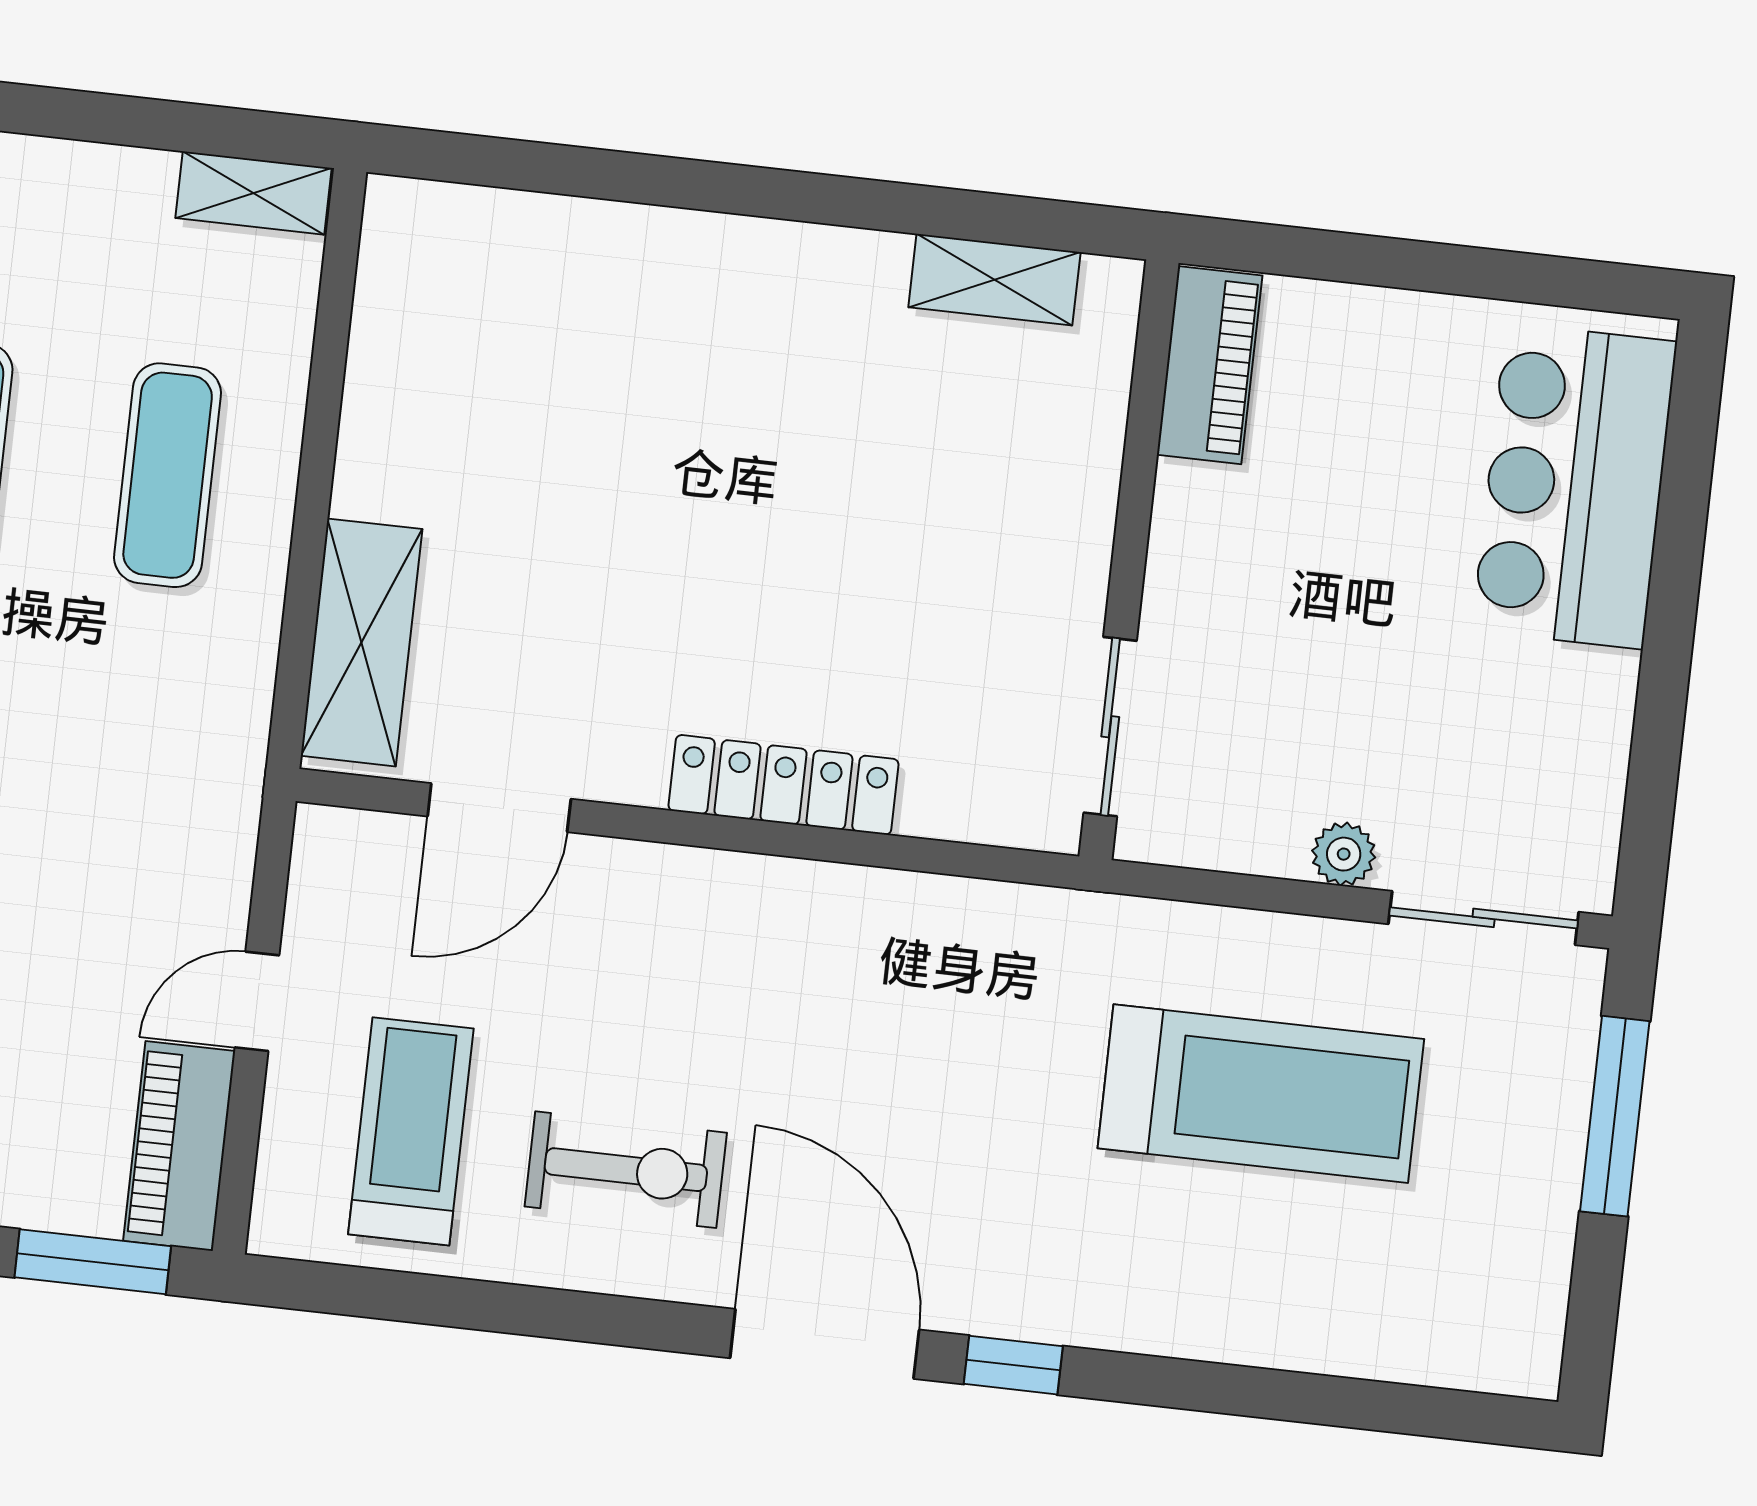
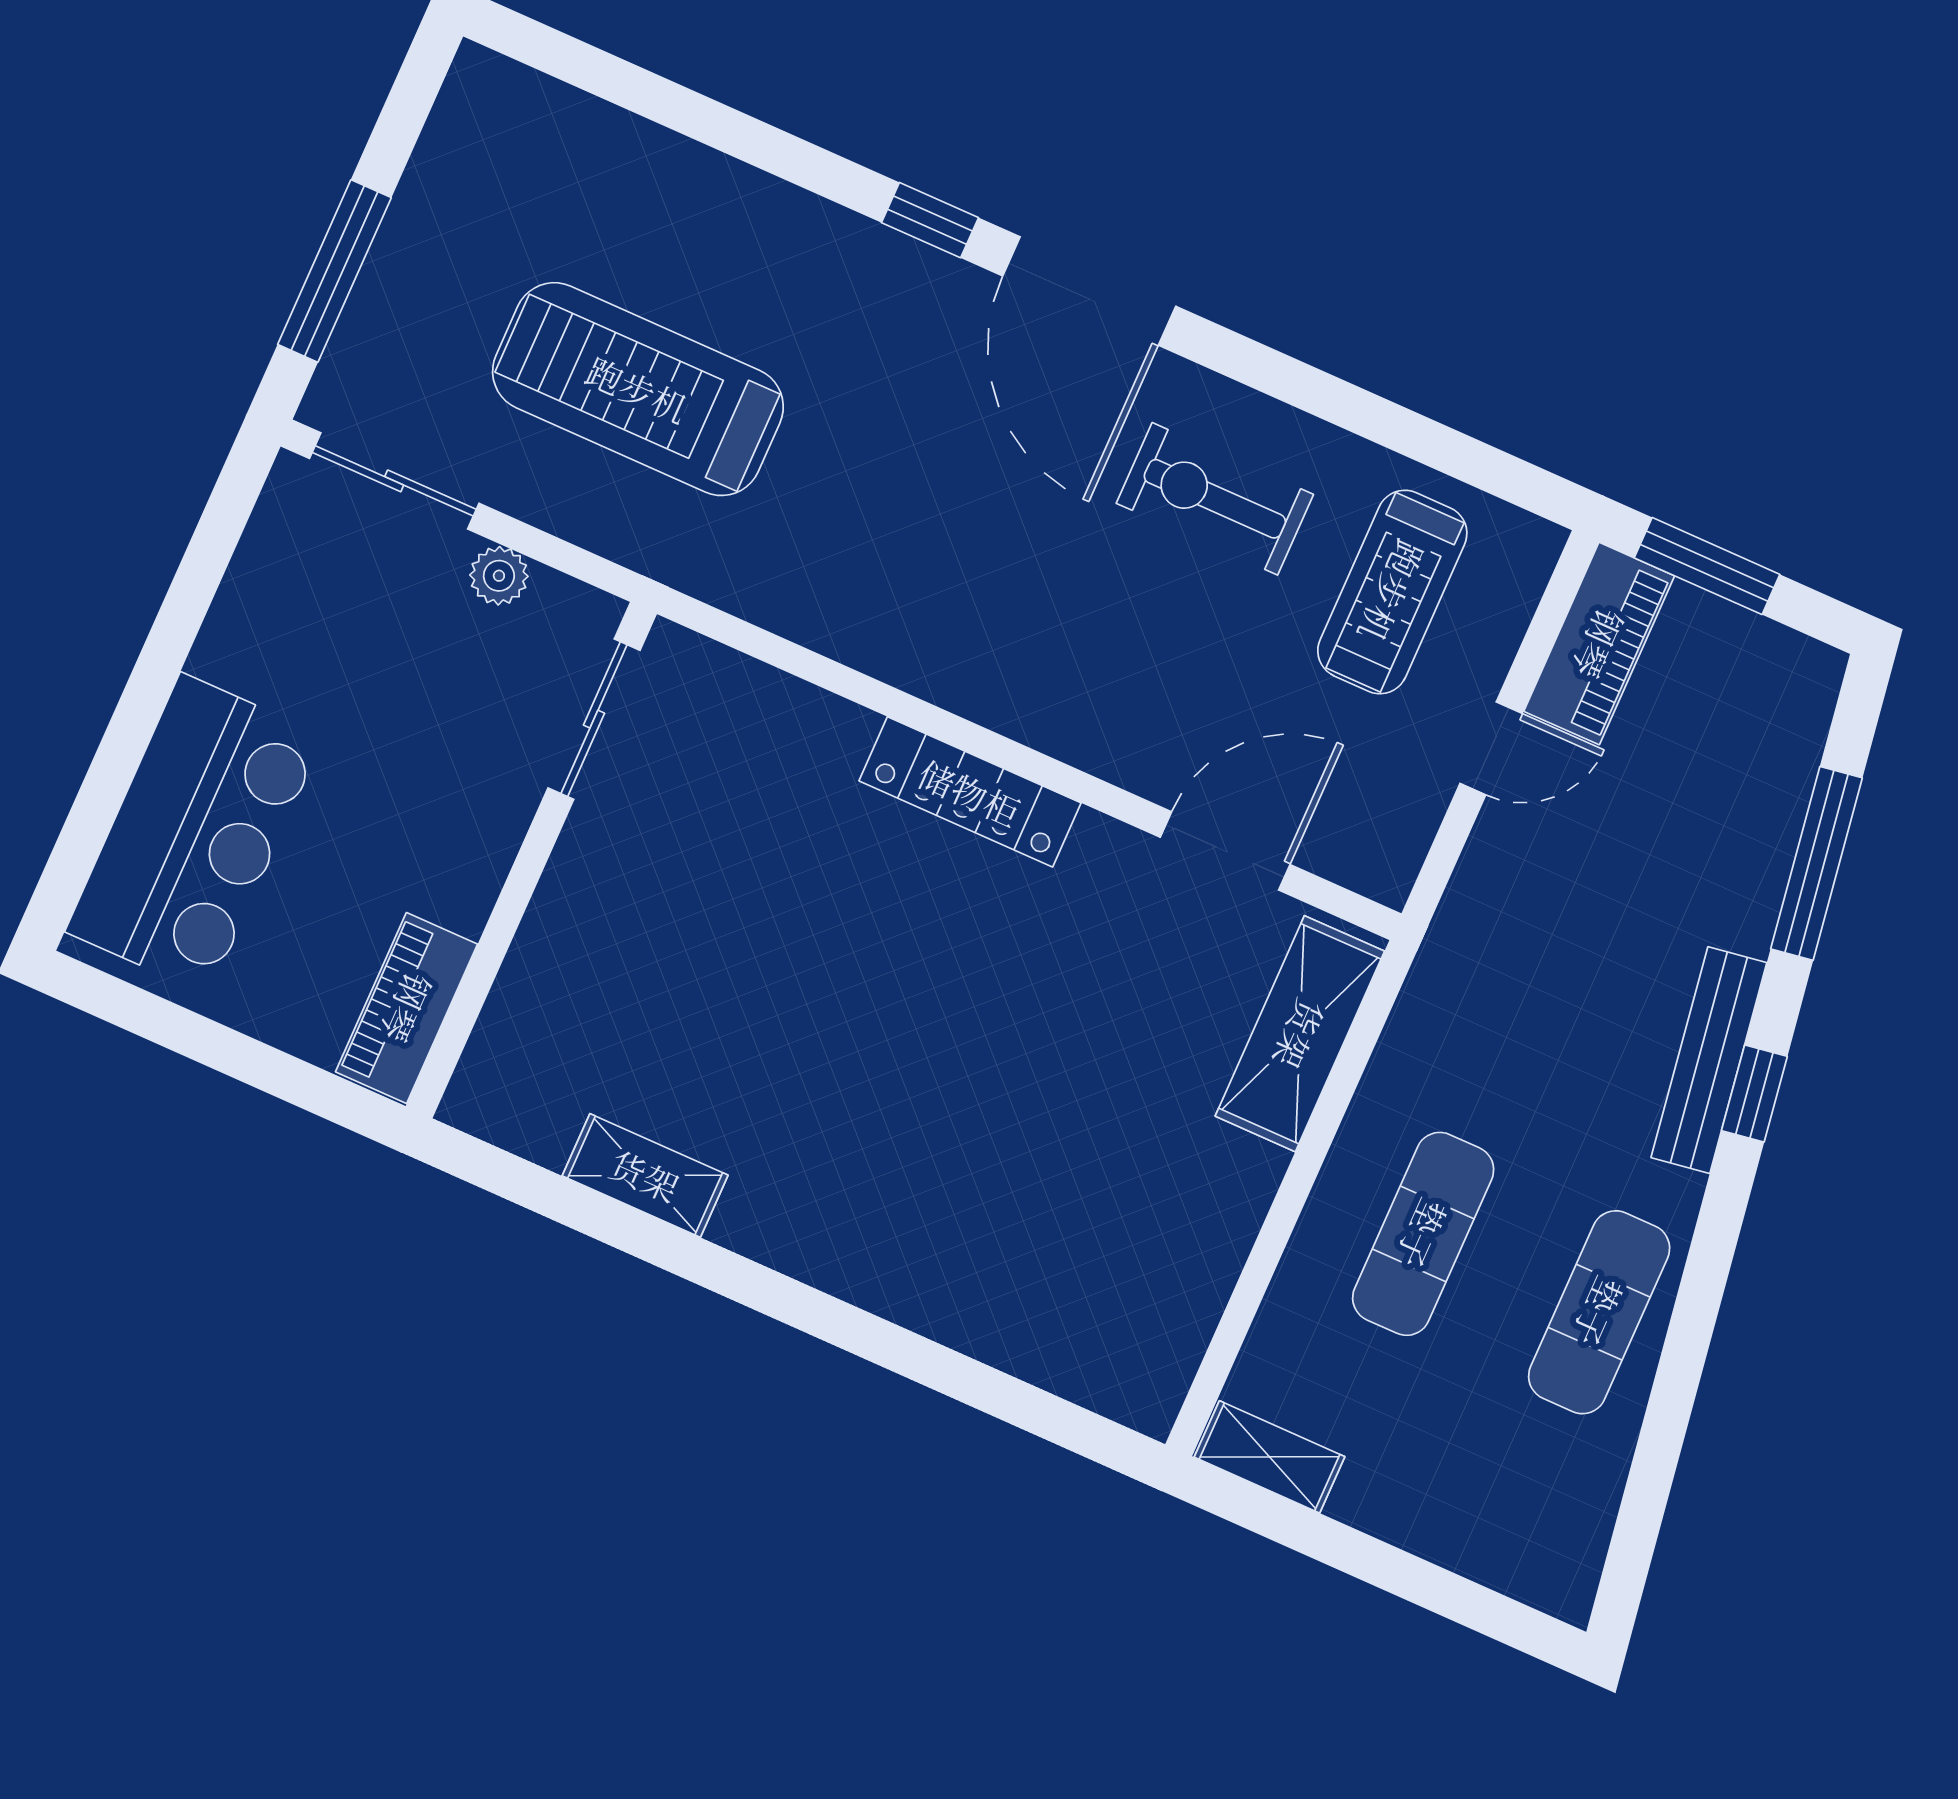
piano: (1210, 365) -> (407, 1008), moved
wall: (1129, 560) -> (531, 860), moved
sliding door: (1110, 727) -> (594, 719), moved

